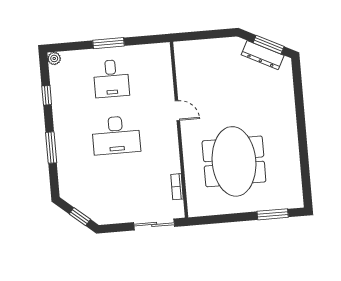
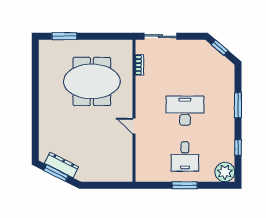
plant: (54, 58) -> (225, 172), width x1.87, depth x1.87
desk: (111, 79) -> (185, 157), turned 180
meeting table: (234, 161) -> (92, 81), turned 90

